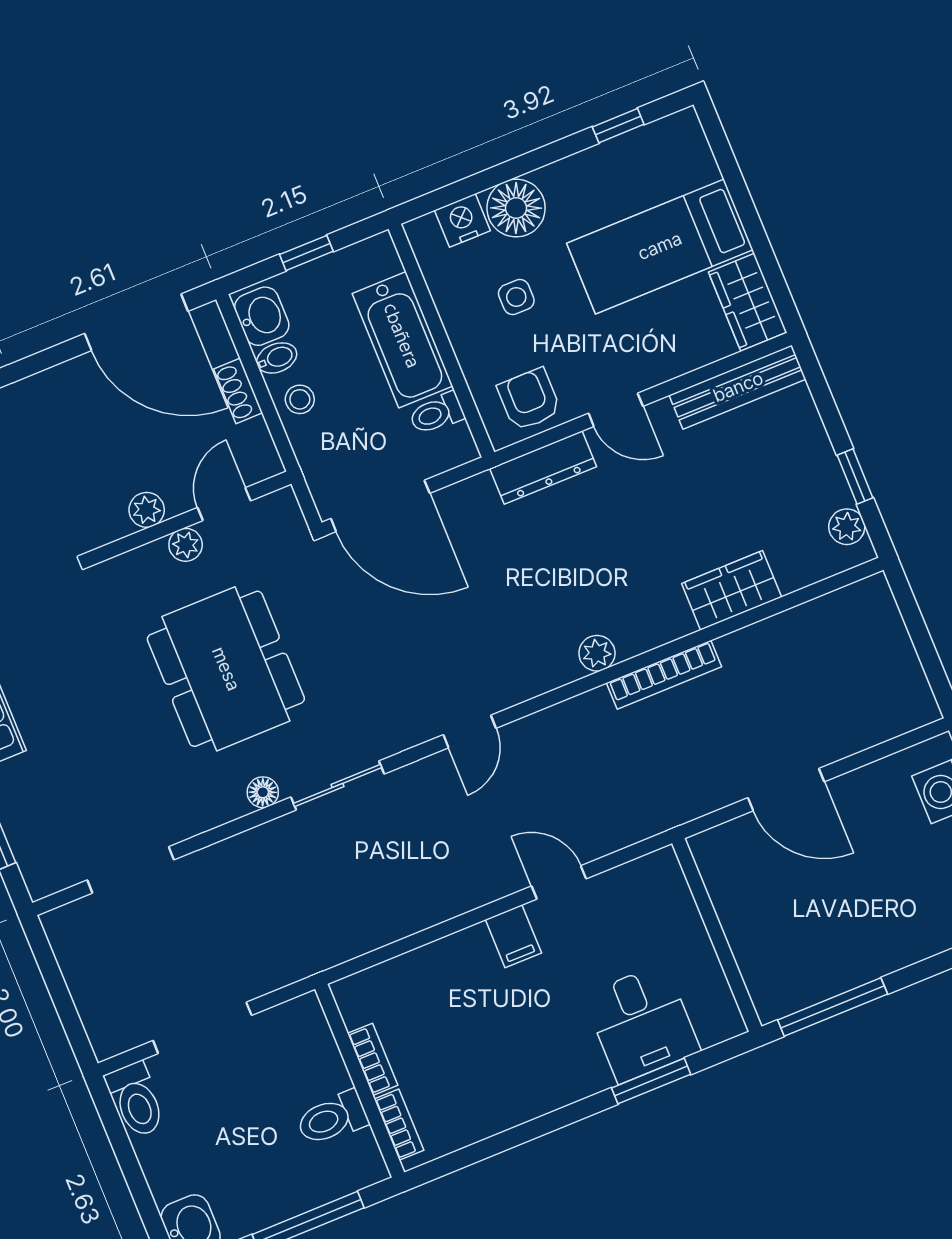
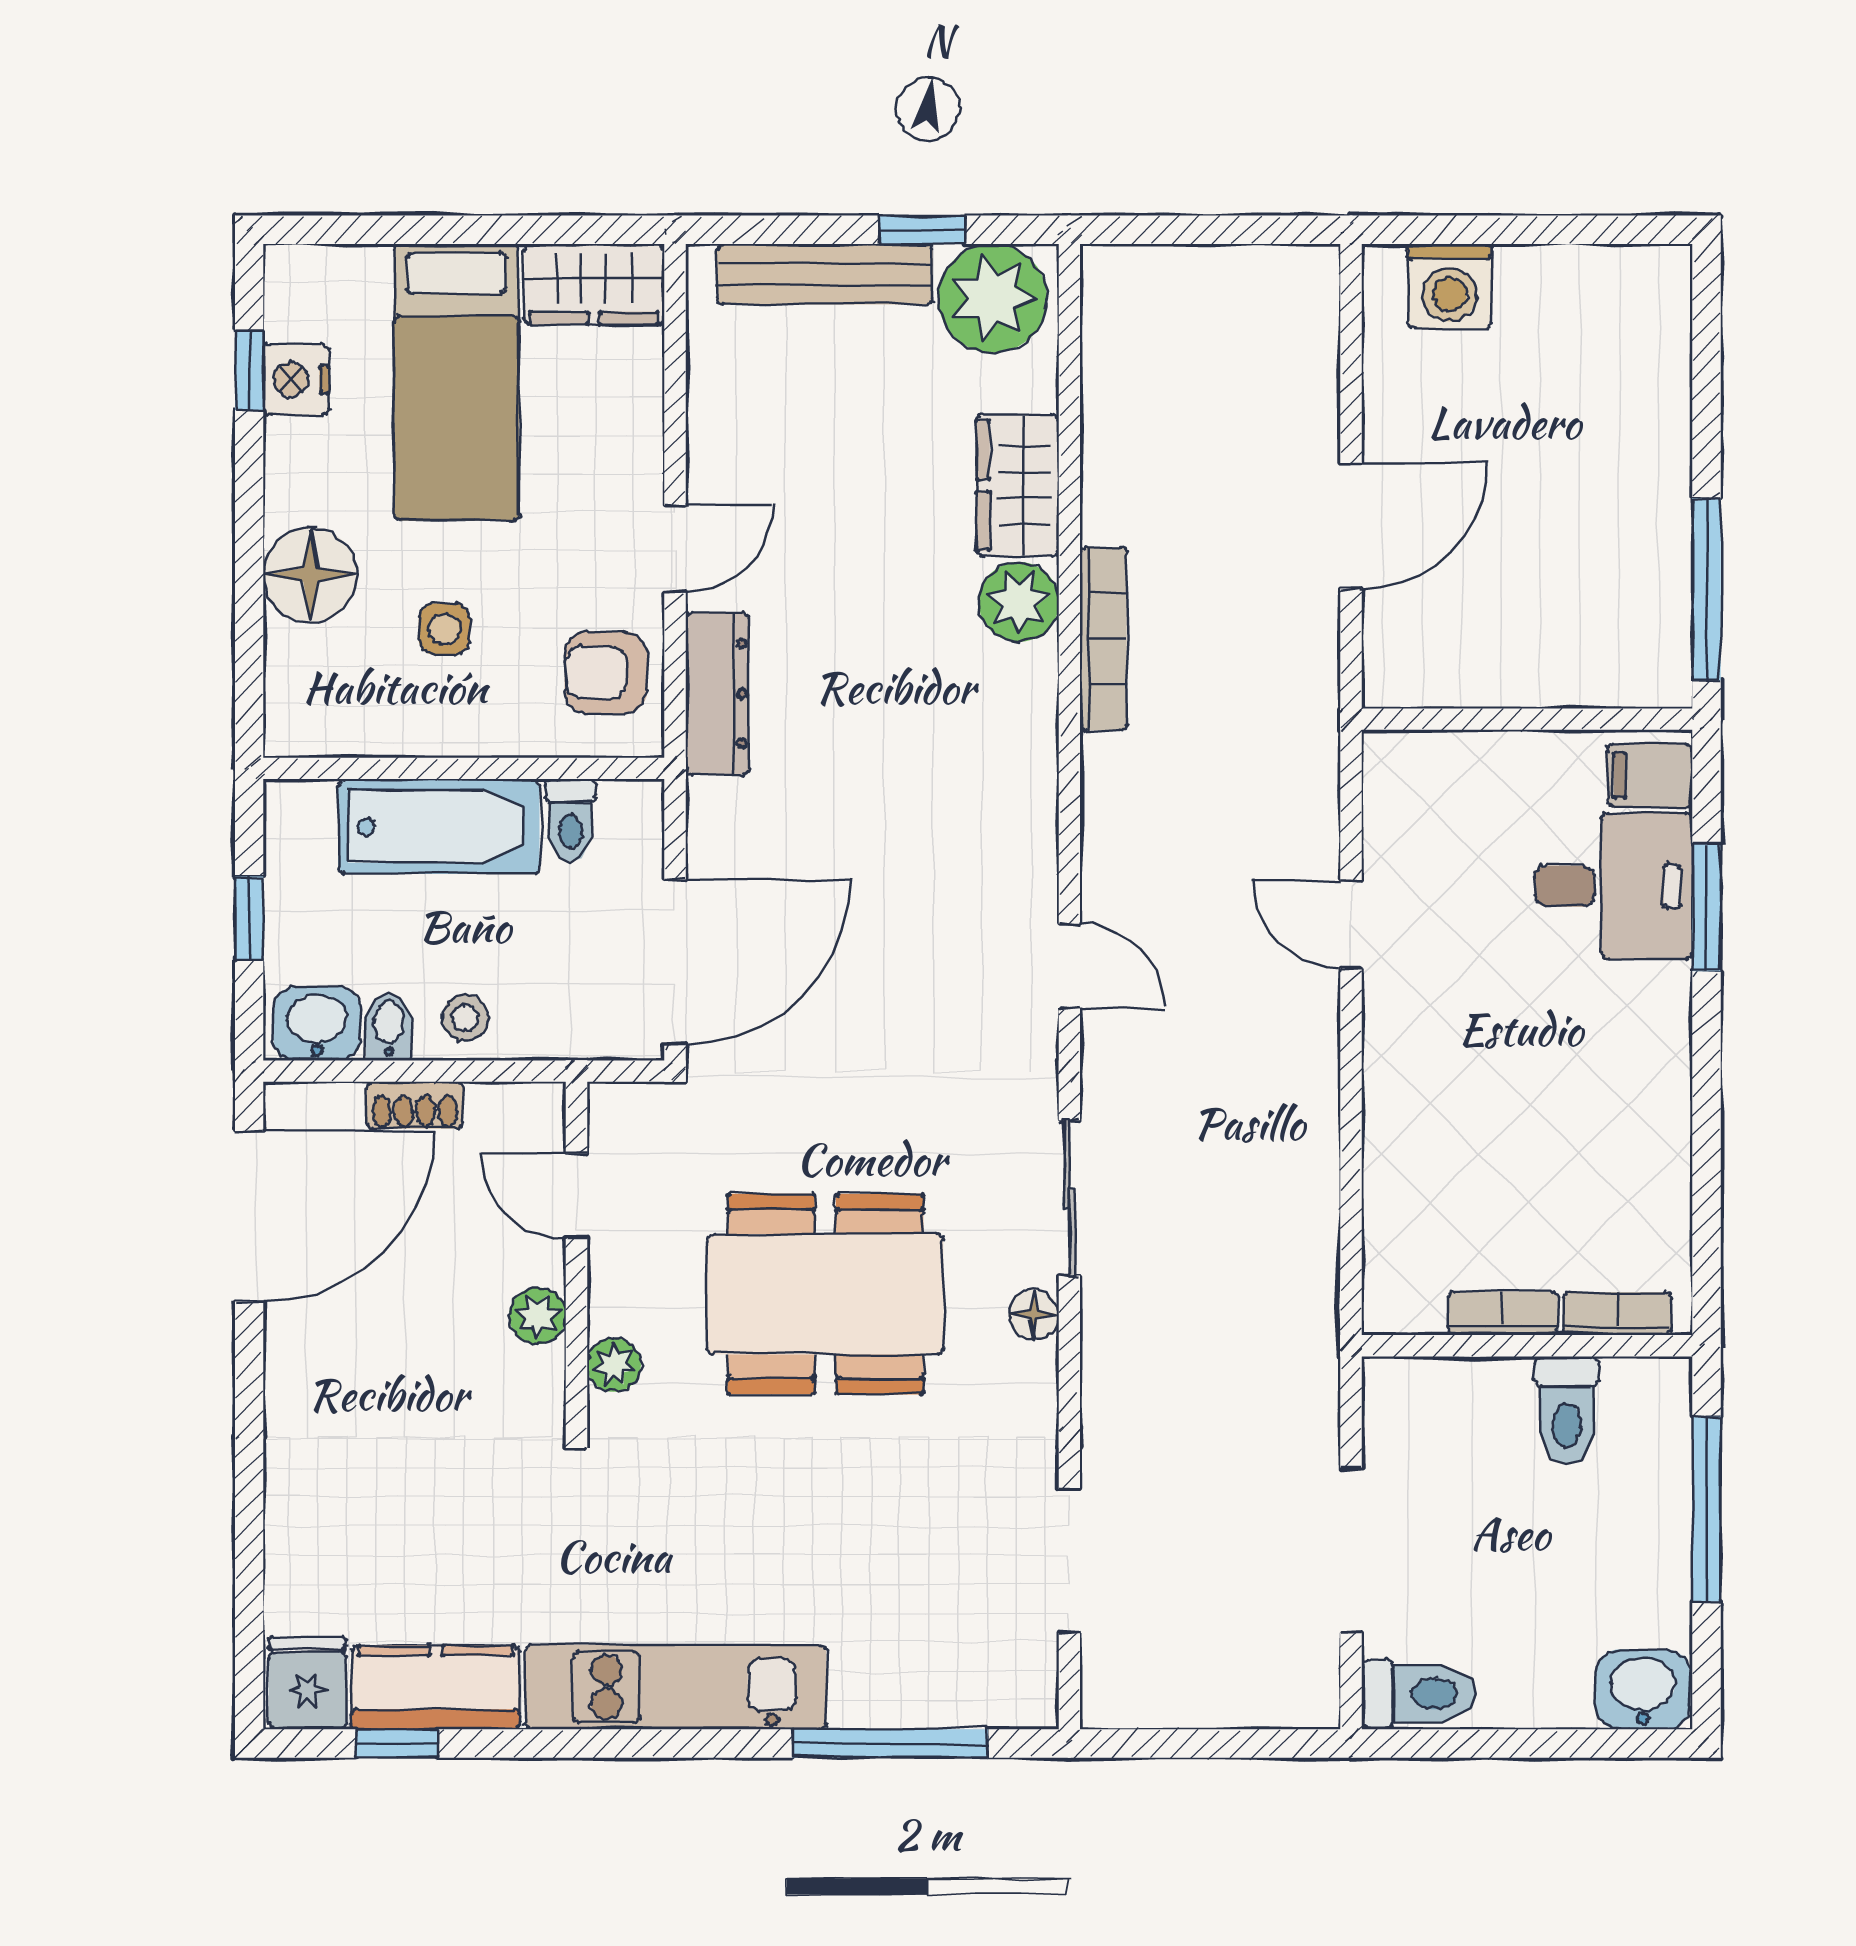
nightstand: (462, 220) -> (296, 379), moved
bench: (738, 387) -> (825, 274), moved, turned 90
plant: (847, 527) -> (993, 298), width x1.88, depth x1.88
plant: (186, 545) -> (614, 1365), moved
plant: (597, 653) -> (1019, 602), moved, width x1.38, depth x1.38
door: (559, 882) -> (1351, 924), hinge flipped
filing cabinet: (513, 936) -> (1650, 775), moved, turned 180

